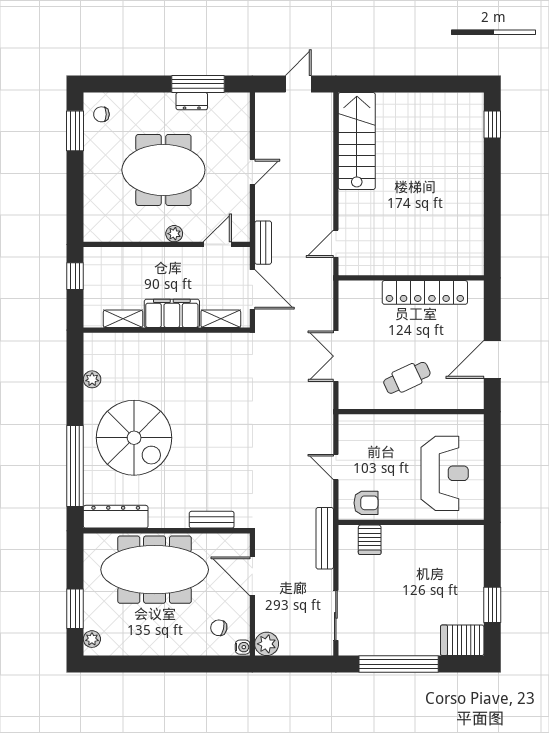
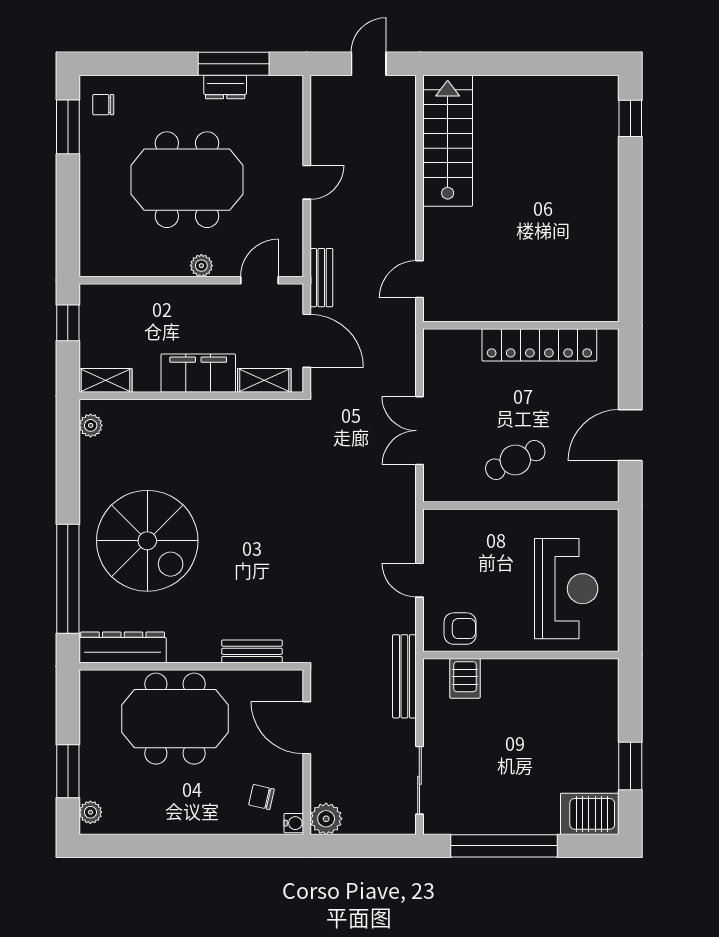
shelving: (123, 319) -> (106, 380), moved
plant: (92, 379) -> (91, 425), moved
meeting table: (155, 570) -> (175, 719), width x0.73

